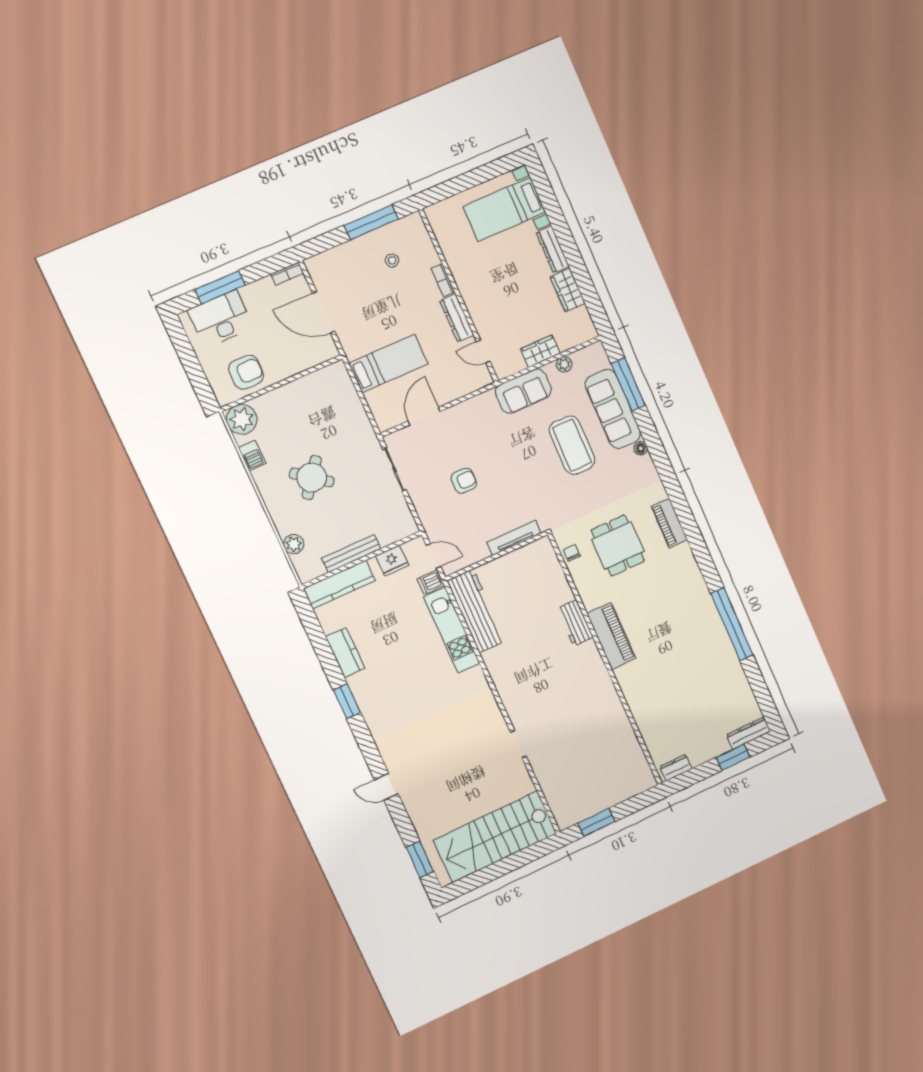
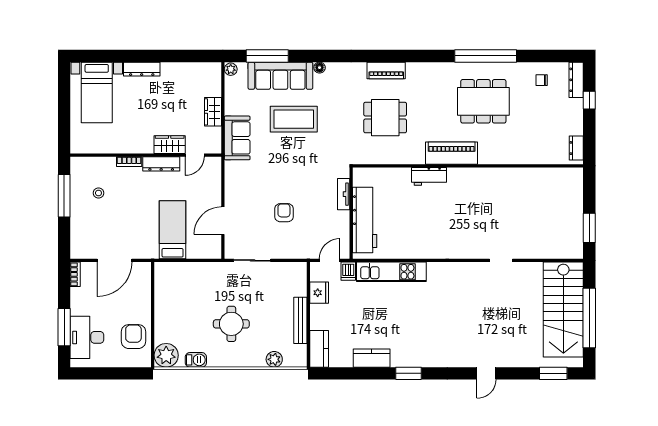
wardrobe: (568, 290) -> (170, 145), moved, turned 180
plant: (564, 364) -> (231, 69), moved
door: (424, 416) -> (223, 221), hinge flipped
round table: (312, 478) -> (231, 324), turned -37
tv unit: (514, 538) -> (344, 194), width x0.71
chair: (572, 553) -> (542, 80), moved
kitchen counter: (339, 584) -> (319, 349), width x0.67
workbench: (476, 611) -> (365, 220), moved, turned 90
dining table: (682, 644) -> (483, 101), added
window: (733, 757) -> (589, 100), width x0.67
window: (499, 869) -> (589, 318), added

